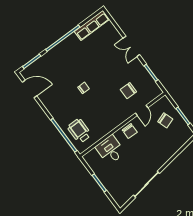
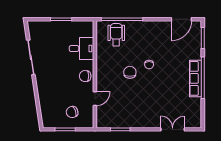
row of seats: (92, 25) -> (196, 78), moved
double door: (131, 46) -> (173, 129), moved
chair: (128, 91) -> (130, 72), moved
door: (142, 110) -> (95, 99), swing flipped
wheelchair: (79, 131) -> (116, 35), turned -90

